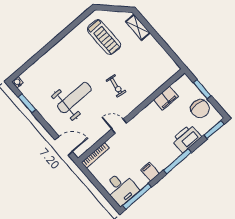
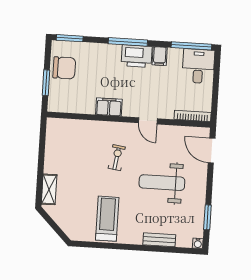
treadmill: (104, 37) -> (107, 219), moved
bench: (43, 62) -> (159, 240), added
filing cabinet: (166, 98) -> (109, 107), moved
chair: (200, 109) -> (64, 68), turned 90
printer: (186, 138) -> (137, 56), moved

